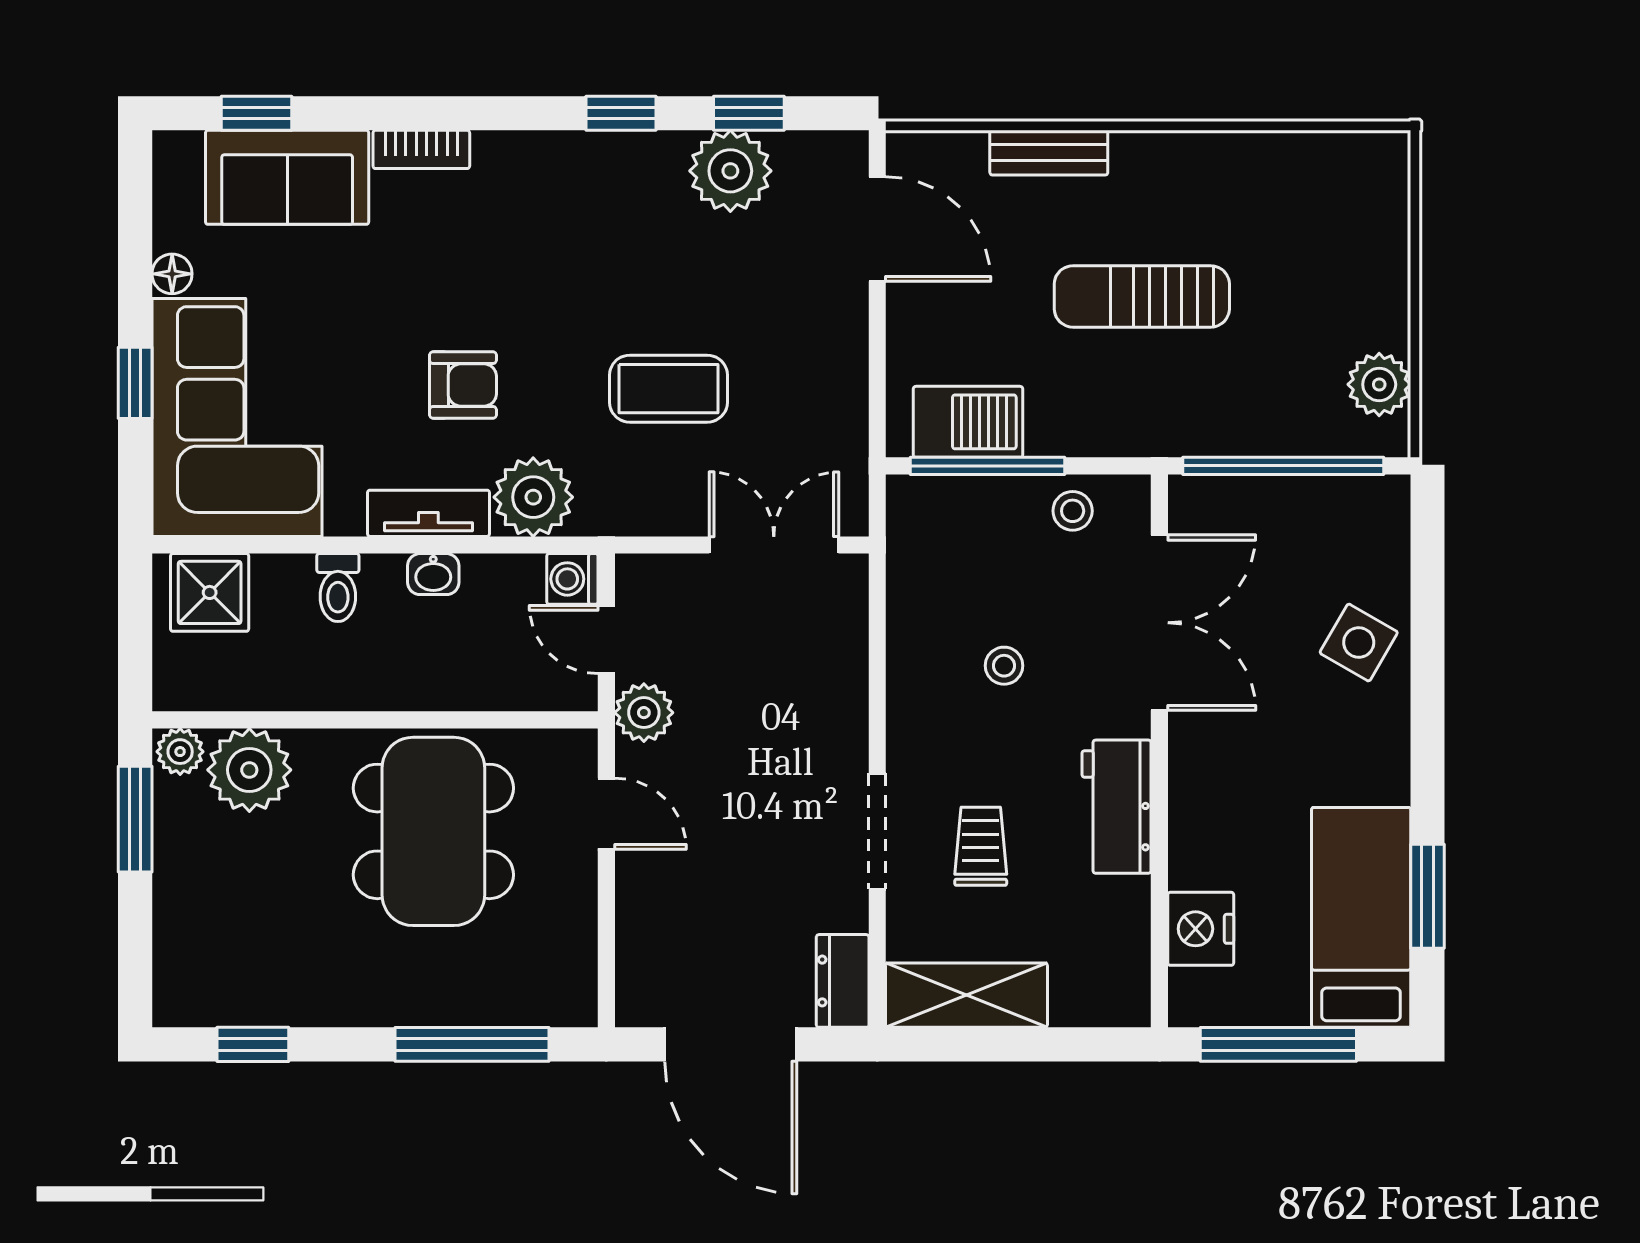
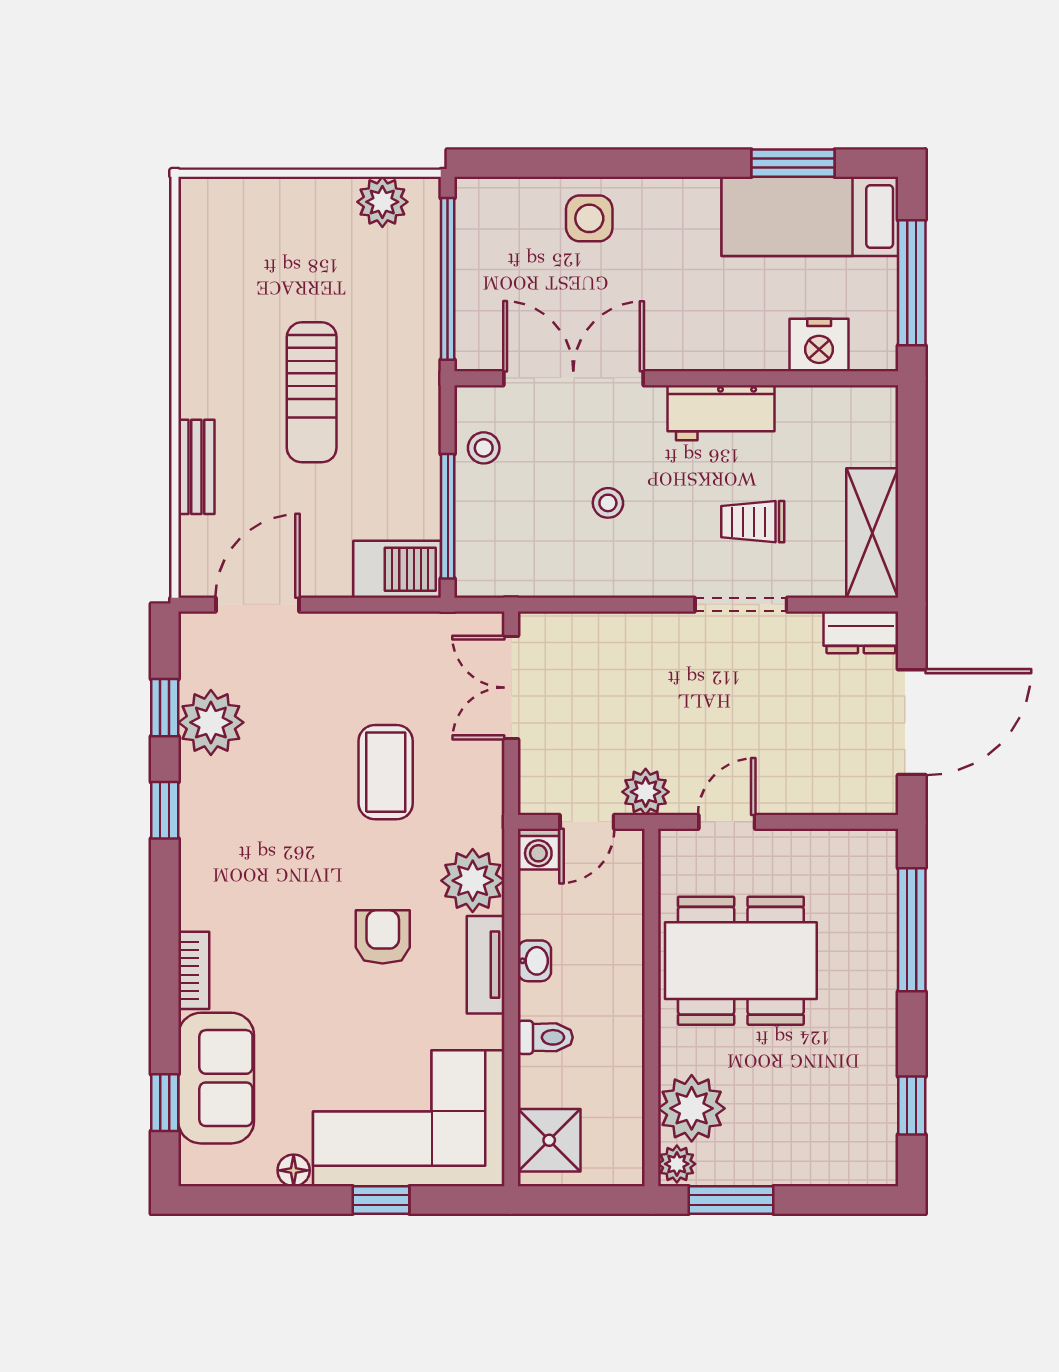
barbecue: (968, 422) -> (397, 569), moved, turned 90
side table: (1359, 643) -> (589, 218), turned -30

